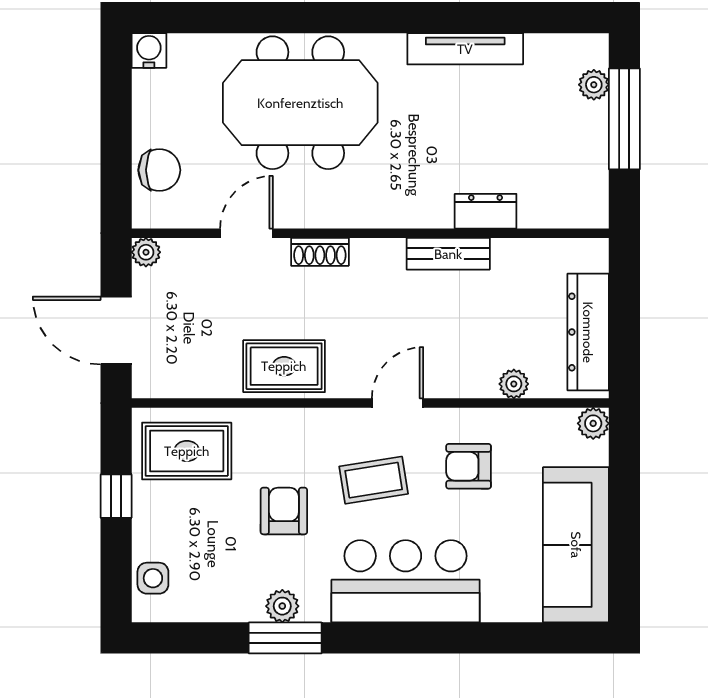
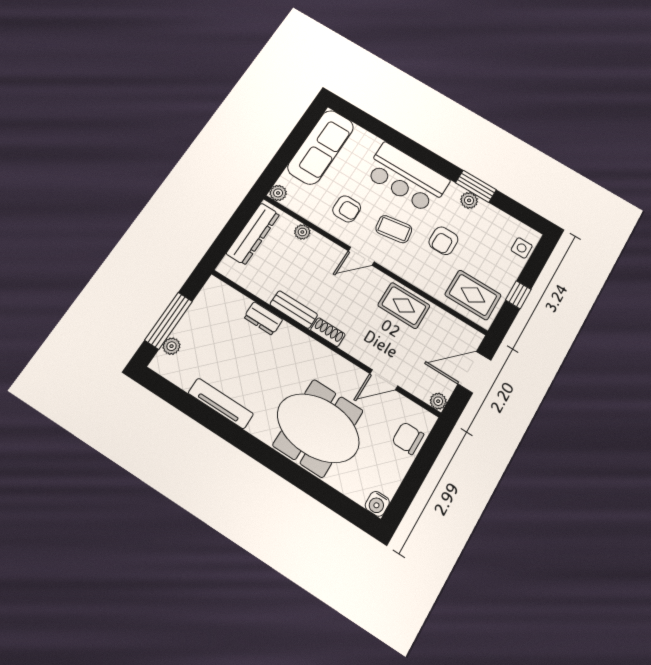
shoe rack: (320, 252) -> (328, 332), moved
door: (116, 330) -> (474, 372), swing flipped

